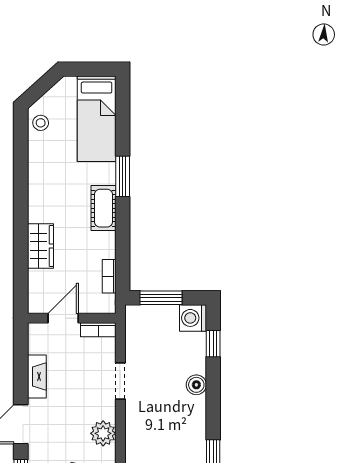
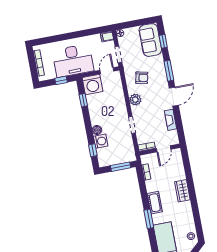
wardrobe: (40, 246) -> (182, 191), moved
washing machine: (193, 318) -> (101, 141), moved

